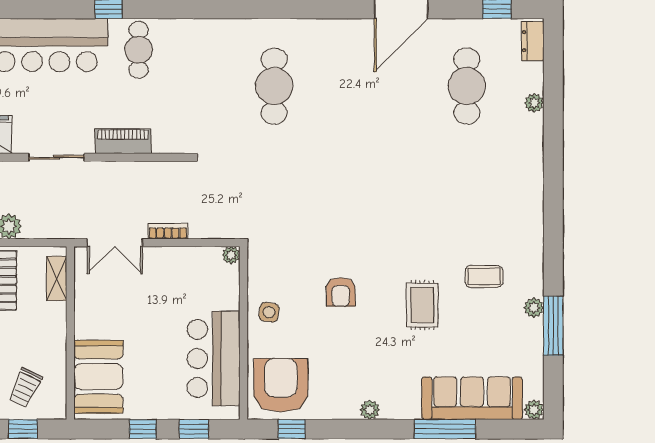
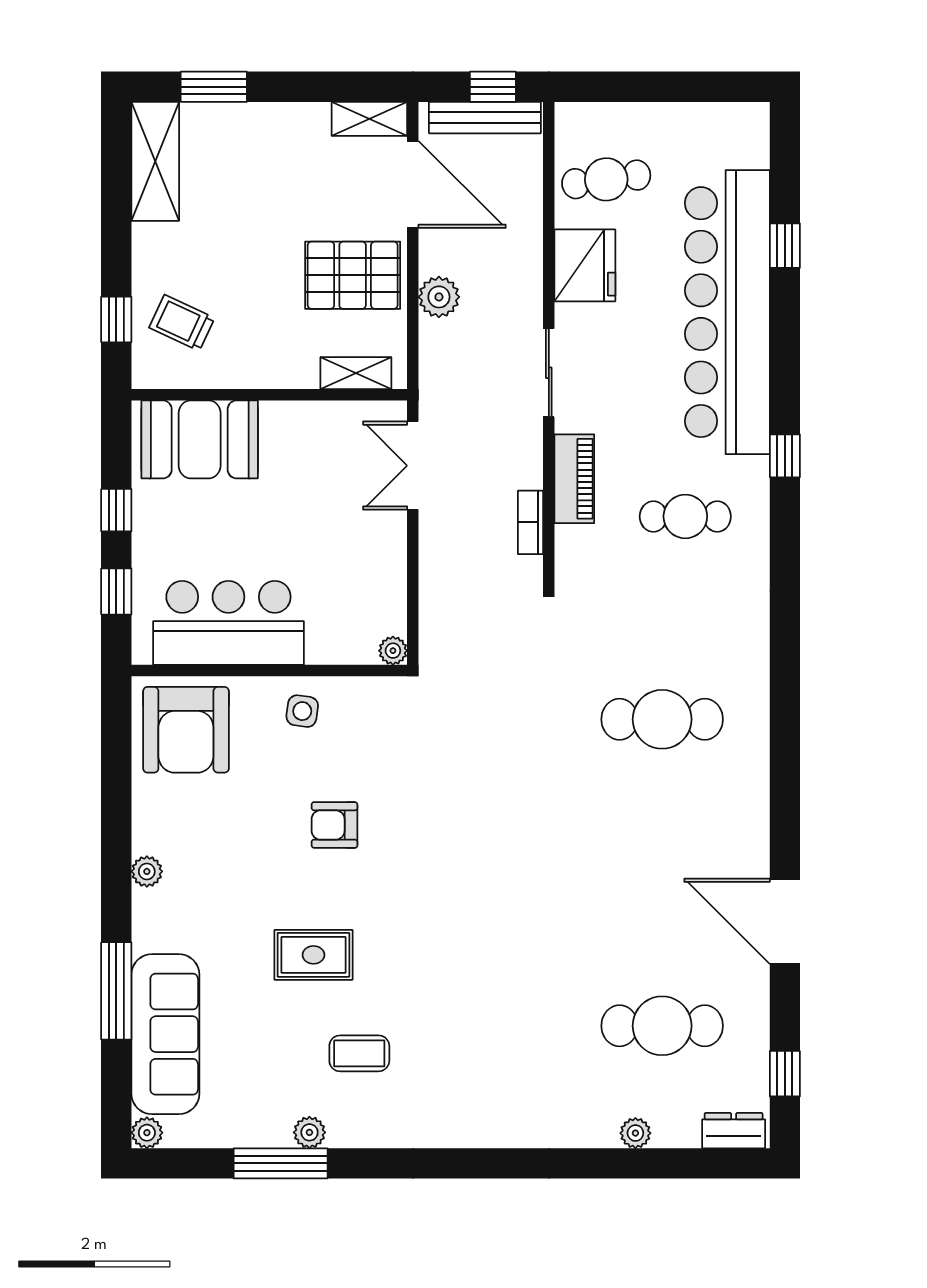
cafe table: (139, 50) -> (685, 516), moved
bookcase: (168, 231) -> (530, 522), moved, turned 180
coffee table: (484, 276) -> (359, 1053), turned 90
armchair: (281, 385) -> (186, 730), turned 90
window: (292, 429) -> (116, 747), removed

